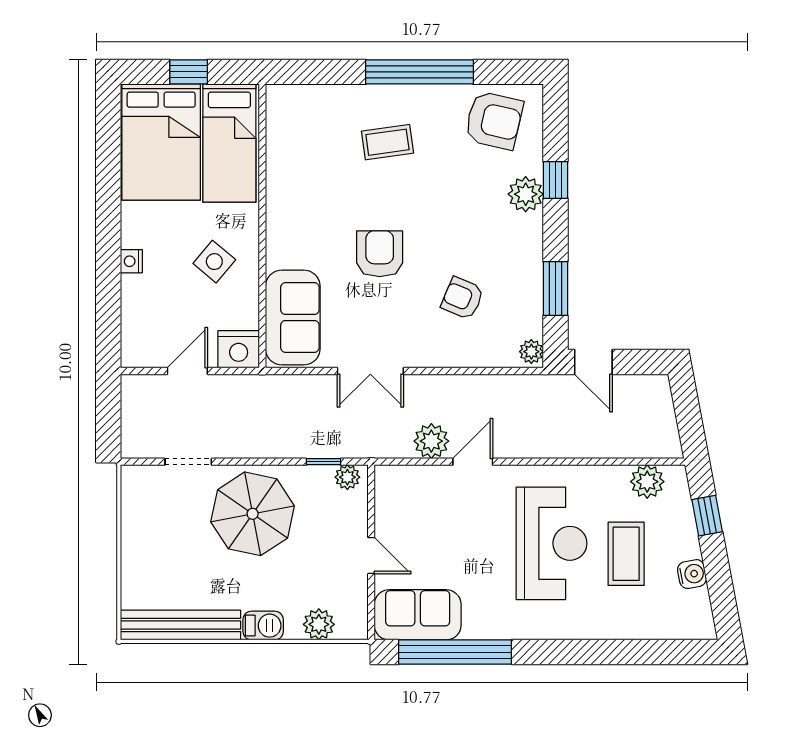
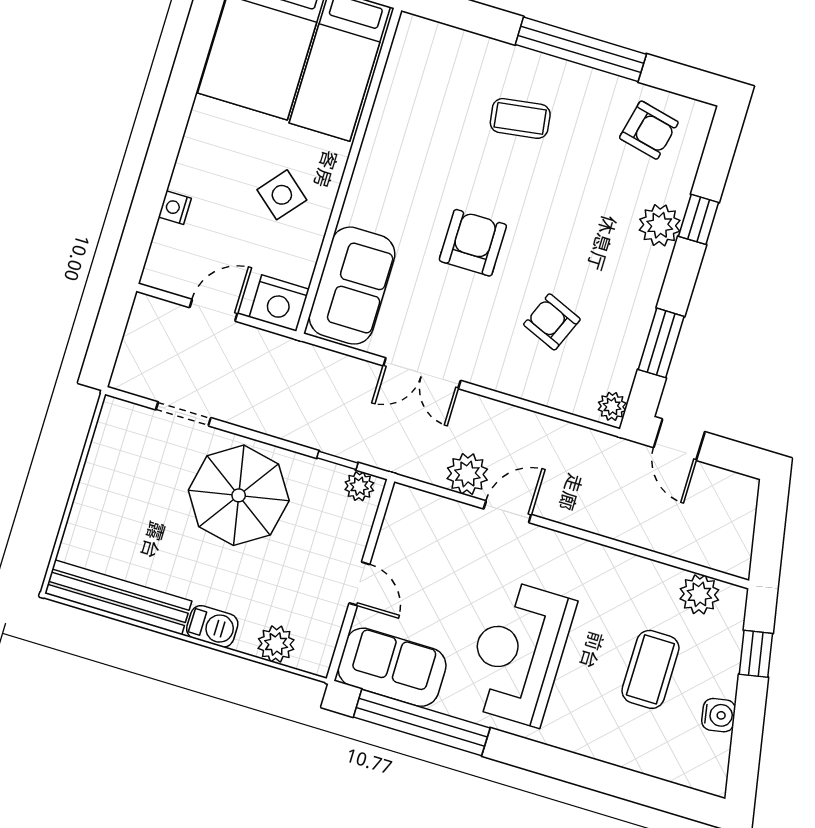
armchair: (494, 120) -> (649, 130), width x0.72, depth x0.72
nightstand: (131, 261) -> (175, 208), moved
reception desk: (552, 543) -> (519, 653), moved, turned 180

